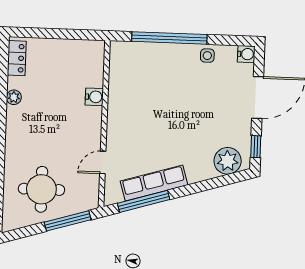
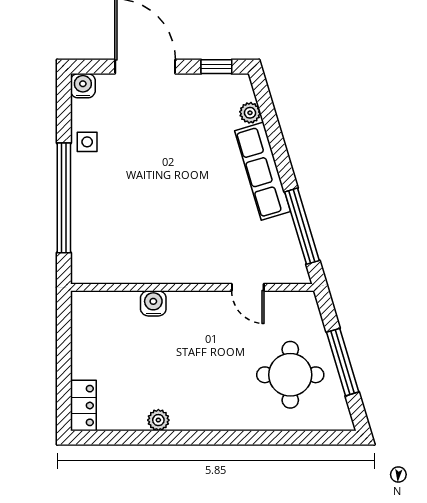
locker: (17, 58) -> (83, 405), moved, turned 90
plant: (228, 161) -> (250, 113), width x0.53, depth x0.53
row of seats: (154, 183) -> (263, 171), moved
window: (68, 221) -> (343, 362), moved

